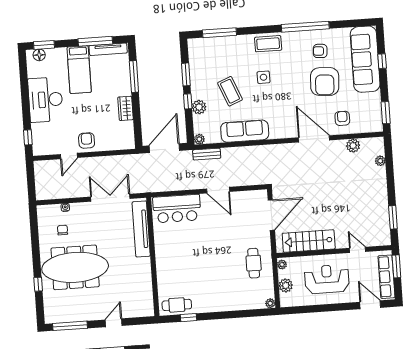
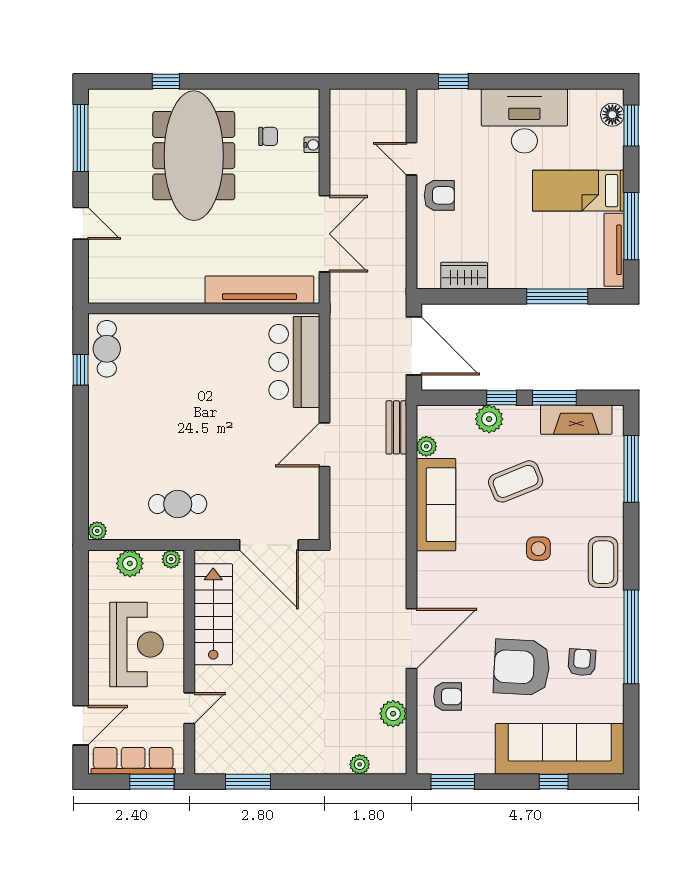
fireplace: (196, 63) -> (576, 420), added
wardrobe: (126, 108) -> (464, 276), moved
plant: (199, 139) -> (426, 446), moved

